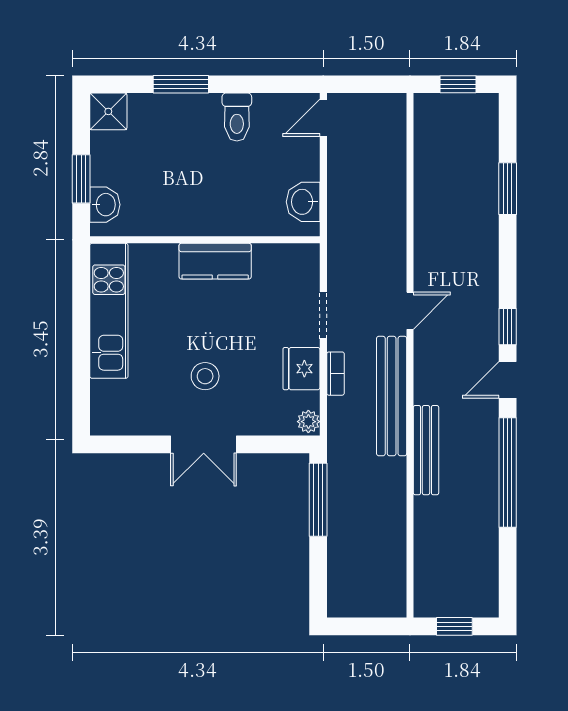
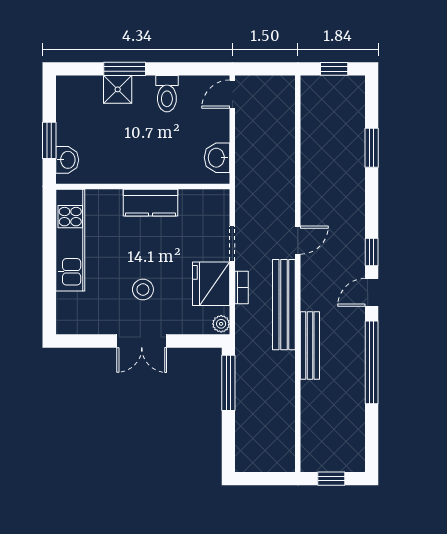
shower: (108, 111) -> (118, 89), moved
fridge: (302, 369) -> (211, 284), width x1.36, depth x1.34

